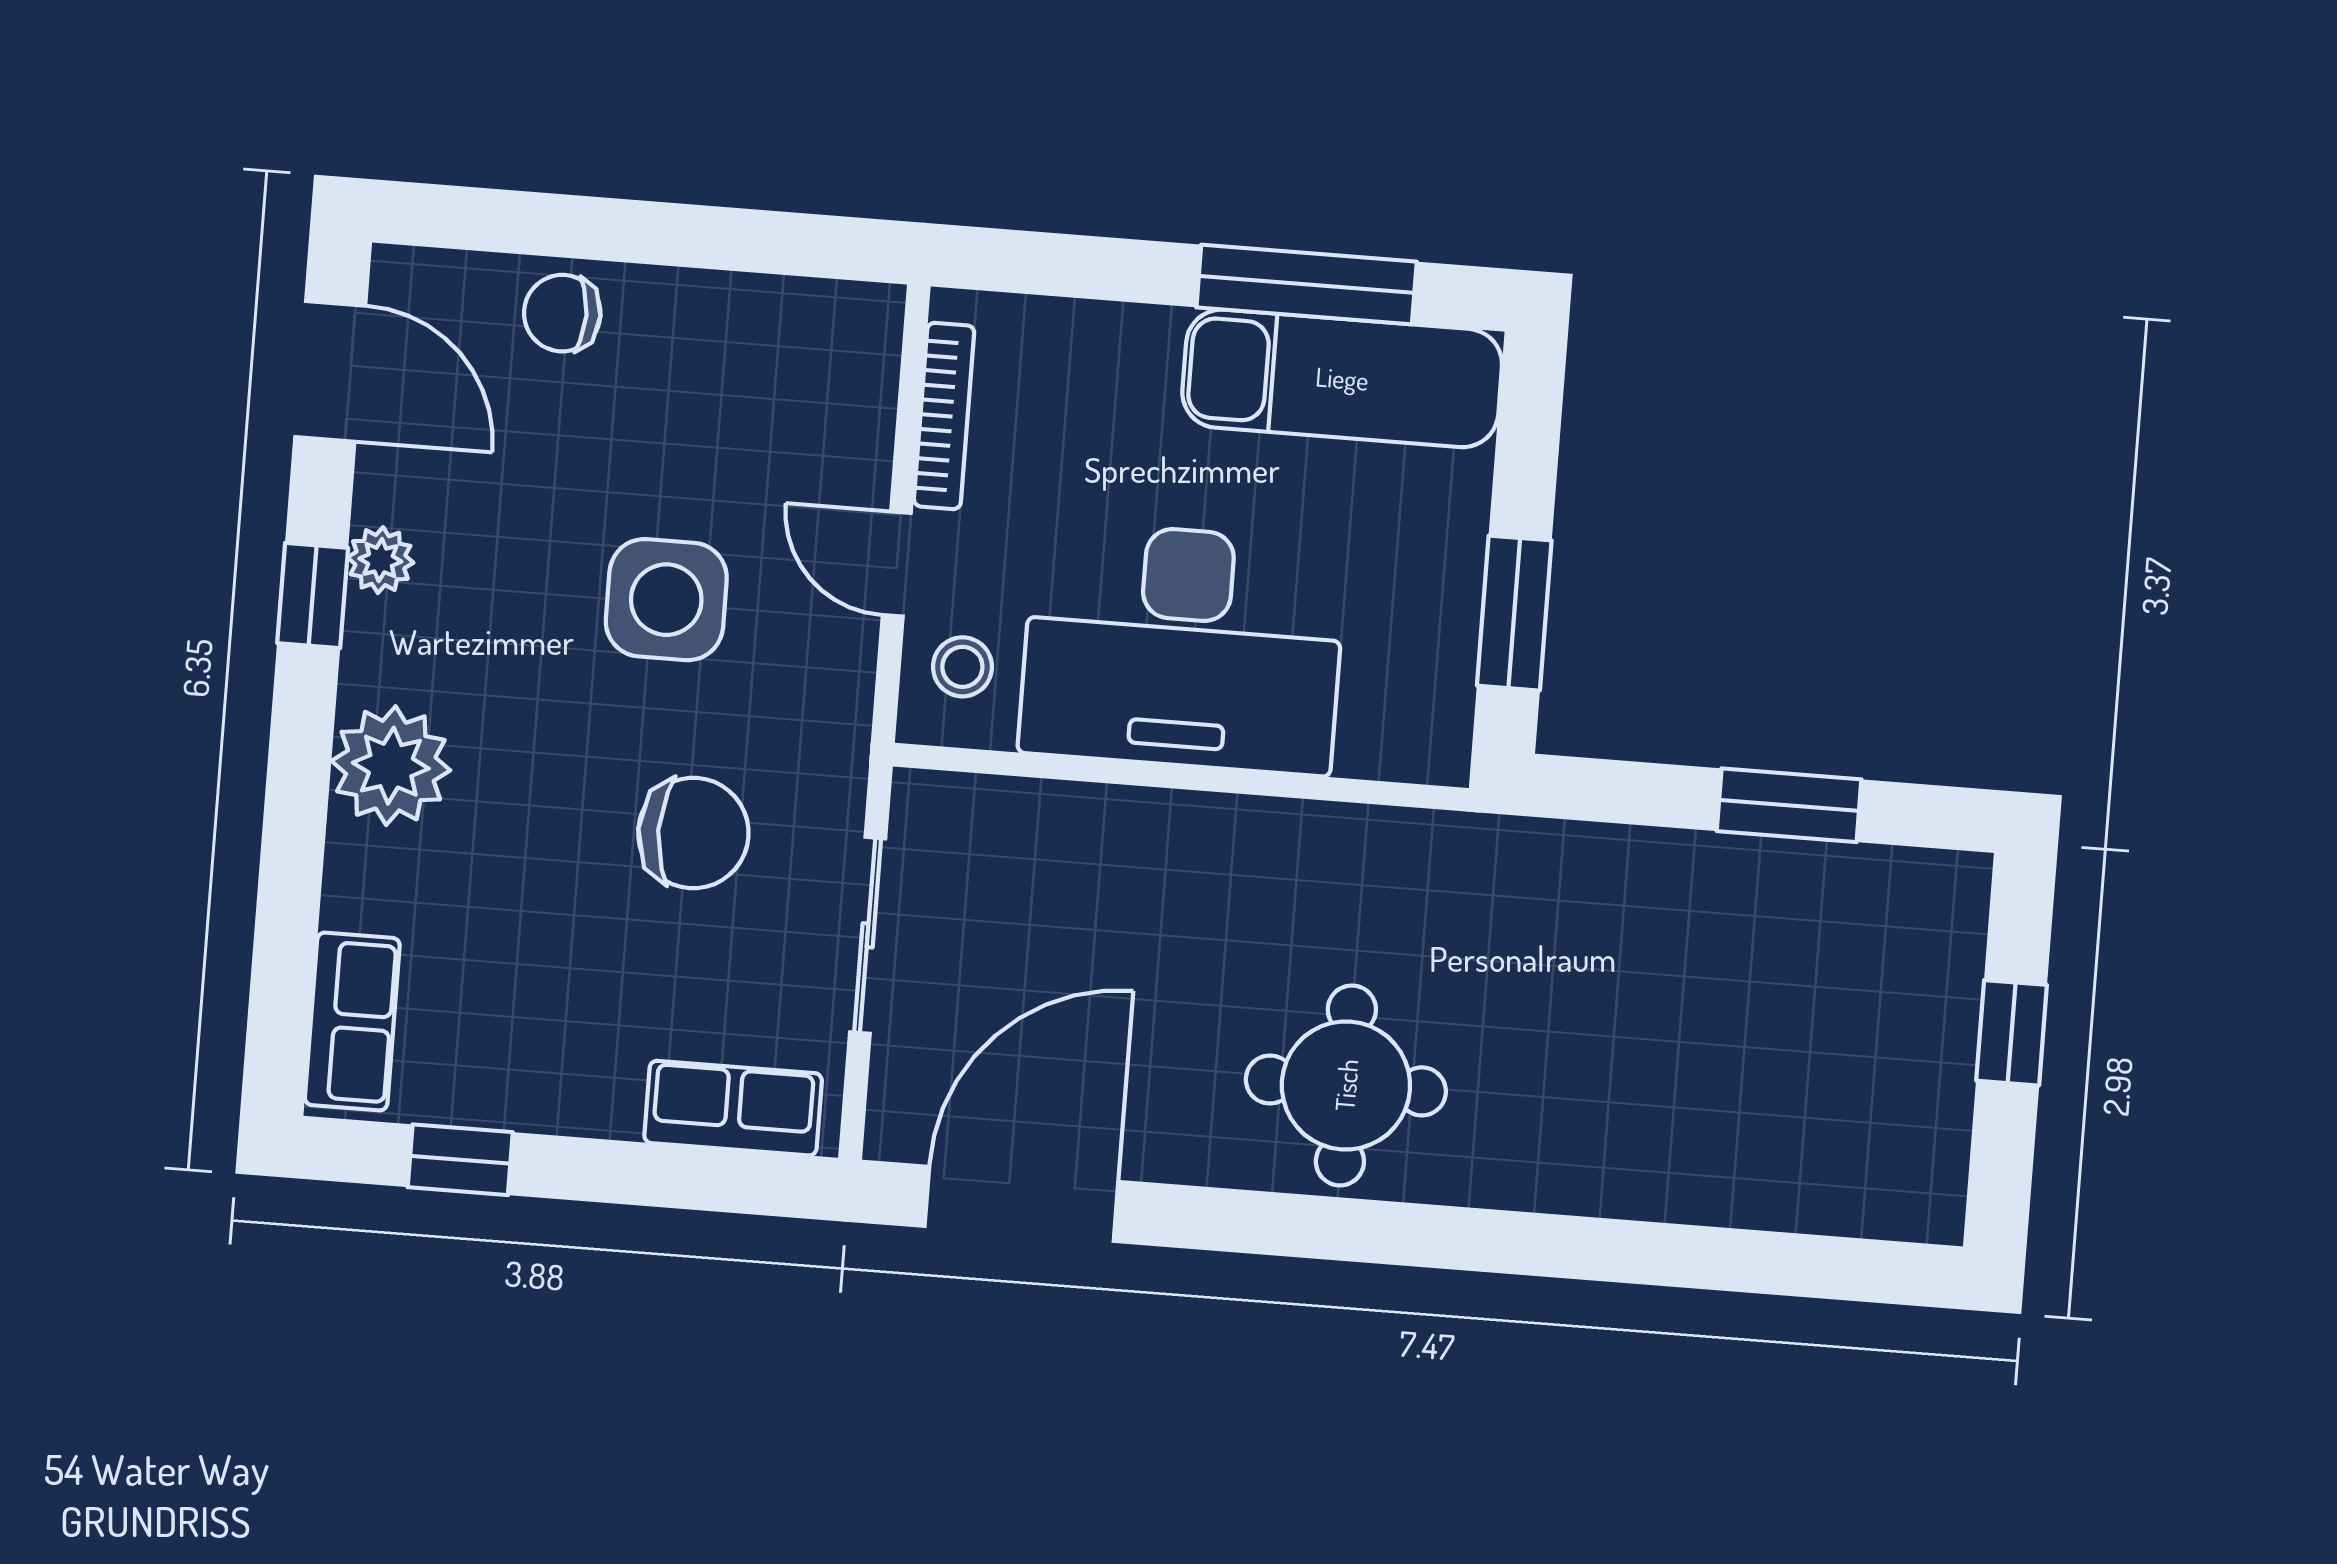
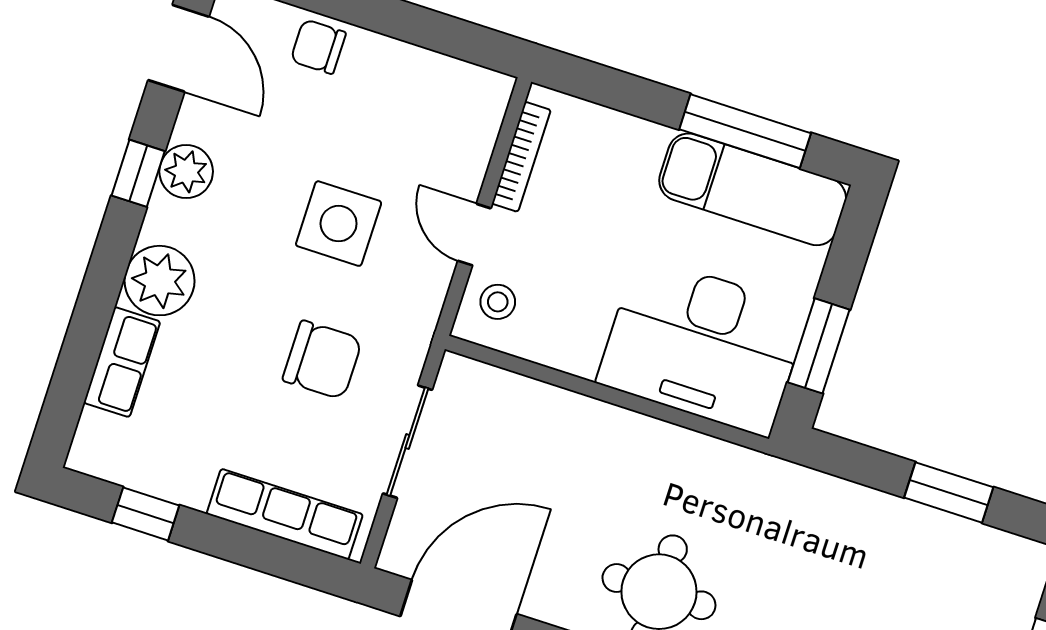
plant: (380, 560) -> (186, 172), width x1.38, depth x1.38
desk: (1183, 648) -> (703, 346), moved
row of seats: (352, 1022) -> (122, 362), moved
row of seats: (733, 1108) -> (285, 514), width x1.48

